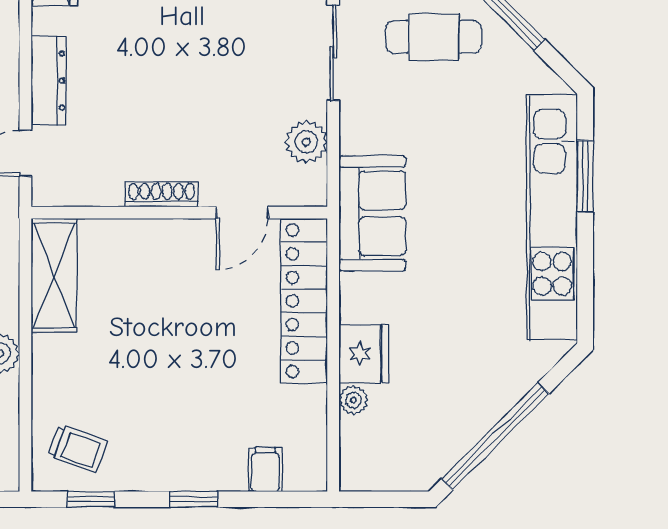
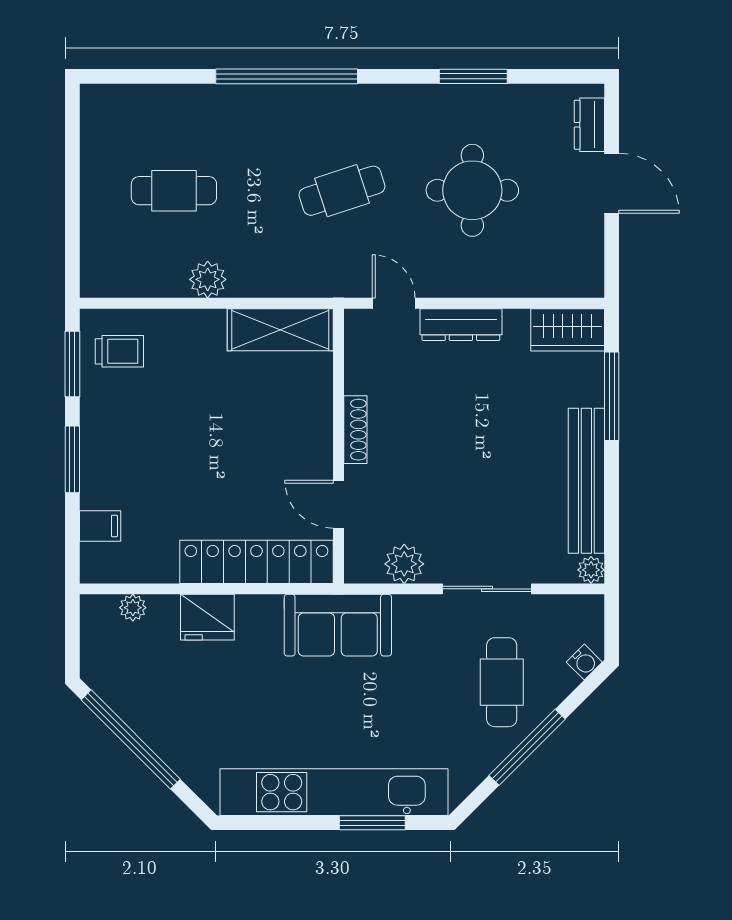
plant: (353, 400) -> (133, 608), moved
trolley: (77, 449) -> (119, 351), turned -110
window: (91, 499) -> (72, 364), width x1.50
window: (194, 499) -> (72, 459), width x1.50

